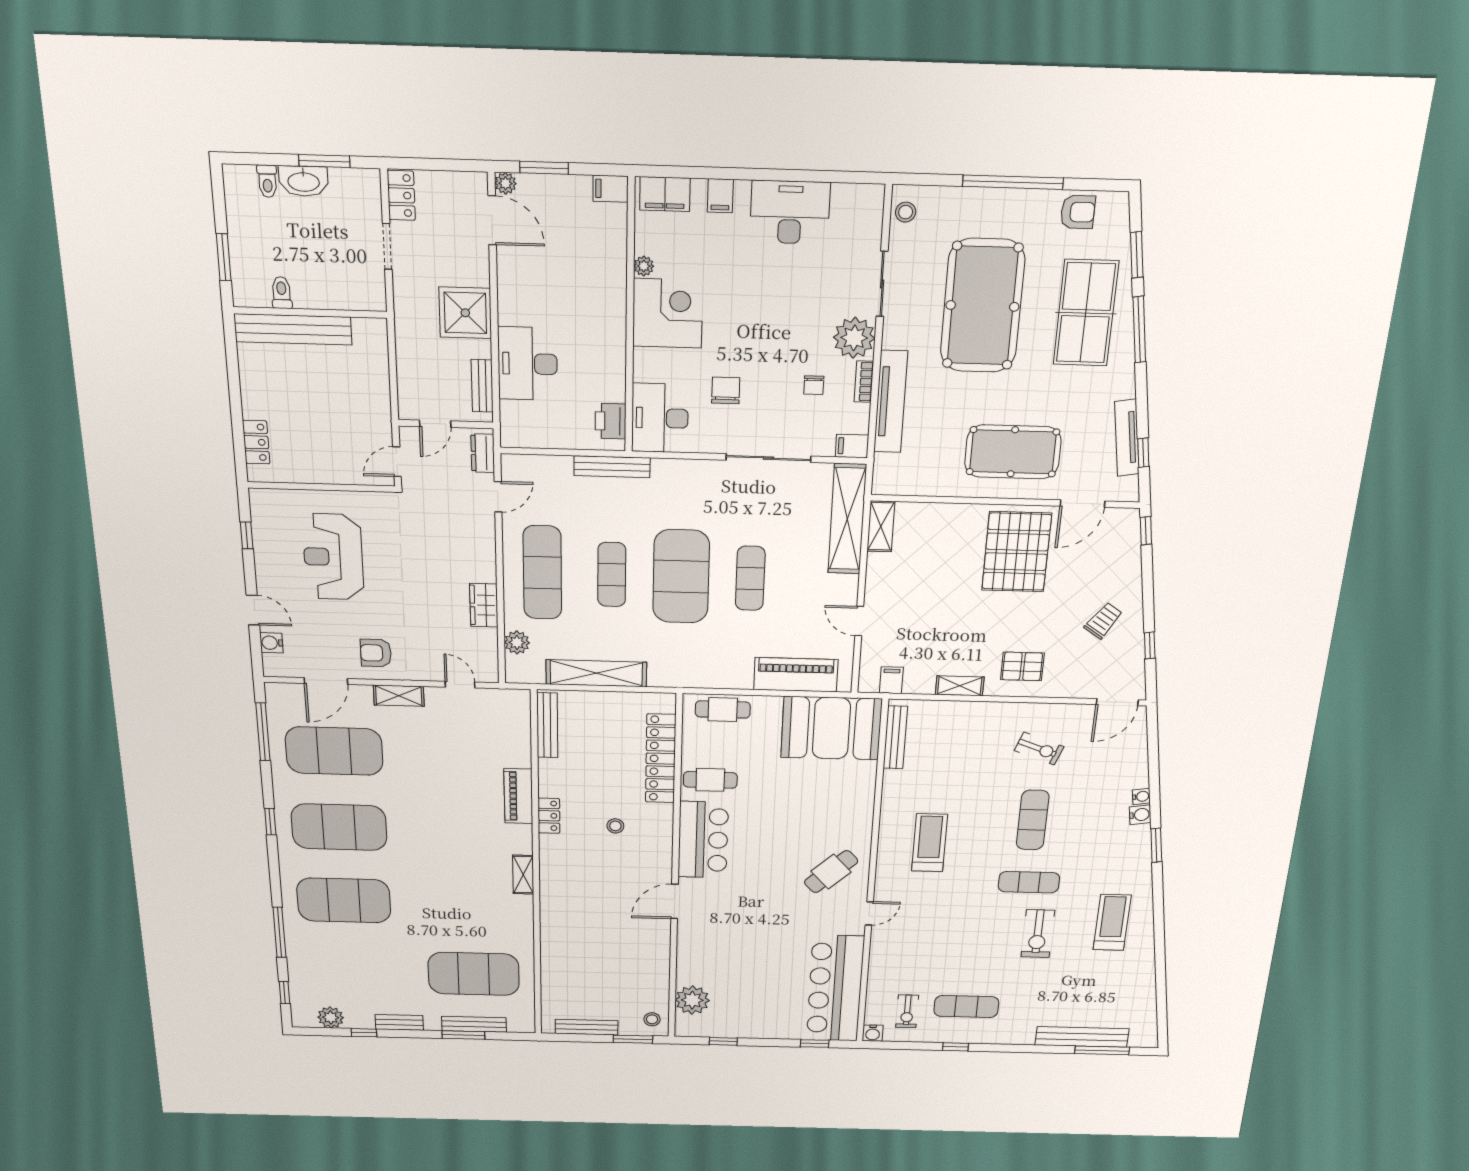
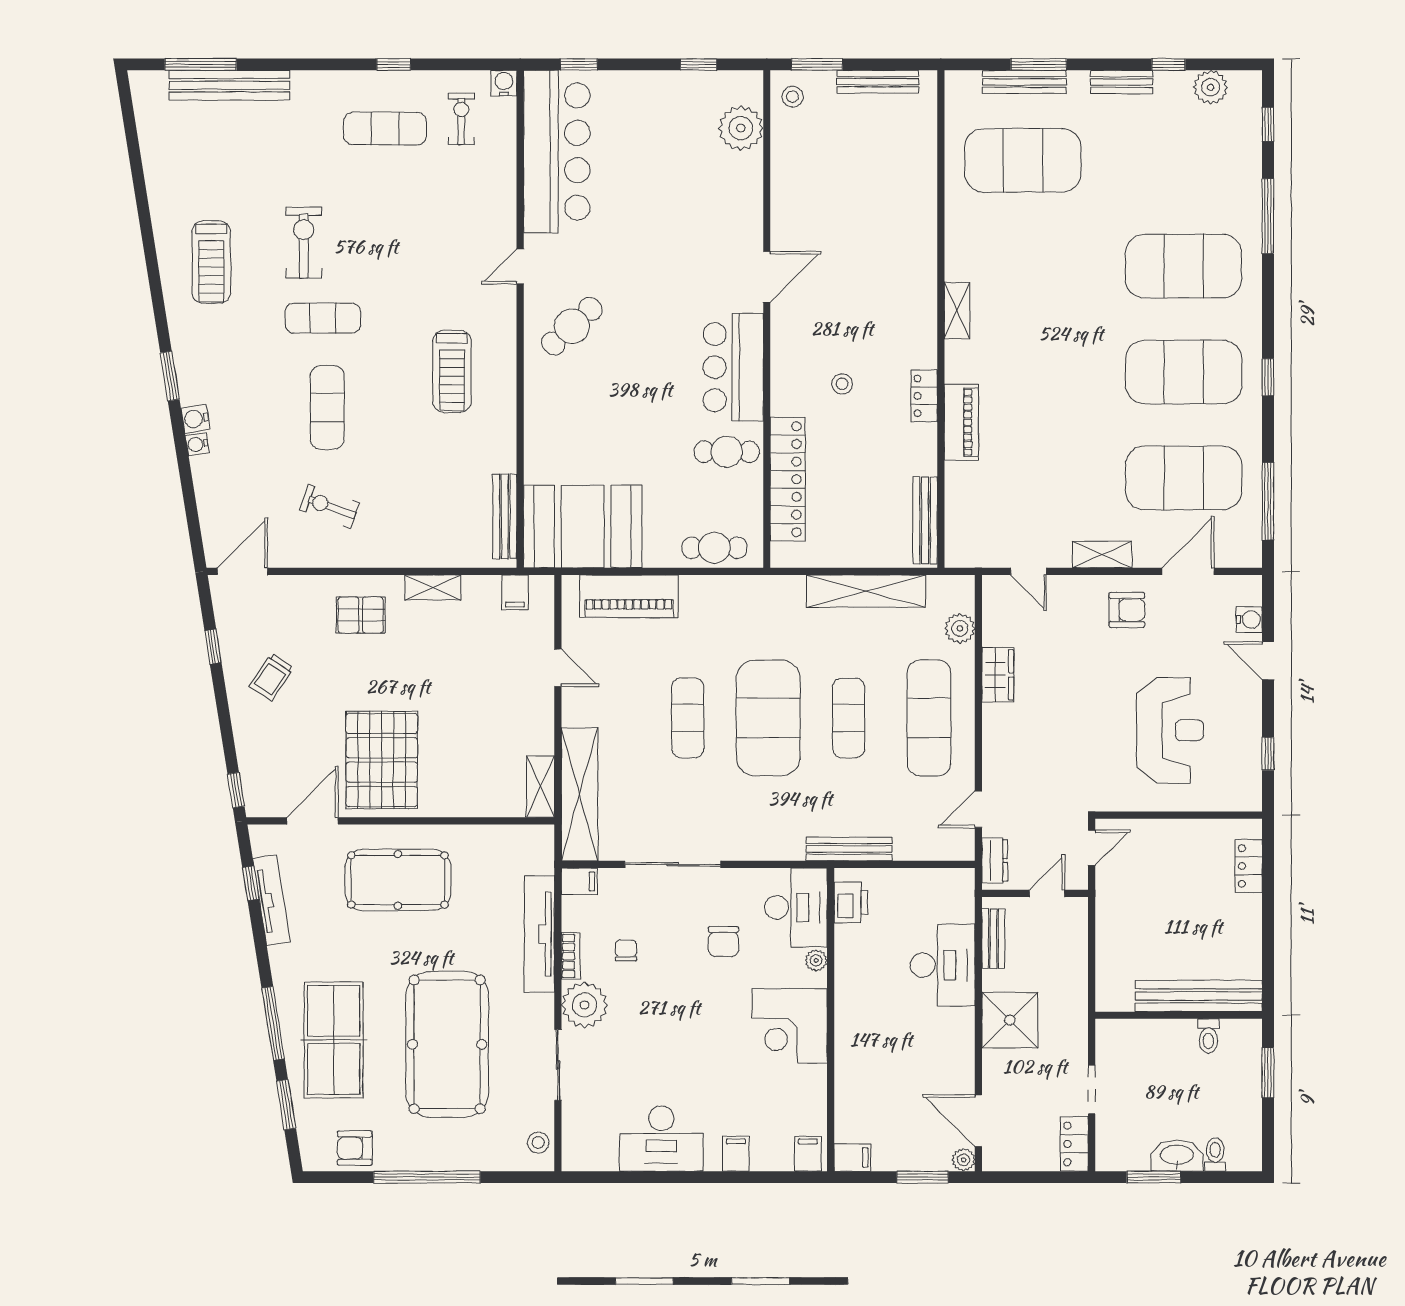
filing cabinet: (665, 194) -> (808, 1154), width x0.50
plant: (644, 266) -> (816, 960), moved

